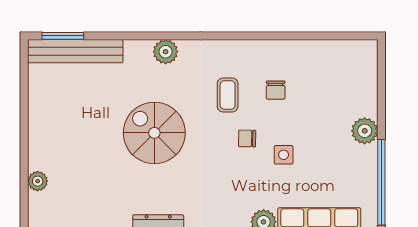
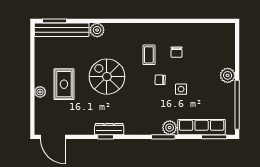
plant: (166, 52) -> (97, 30), moved
rug: (79, 146) -> (64, 84), added
plant: (38, 181) -> (40, 92), moved

